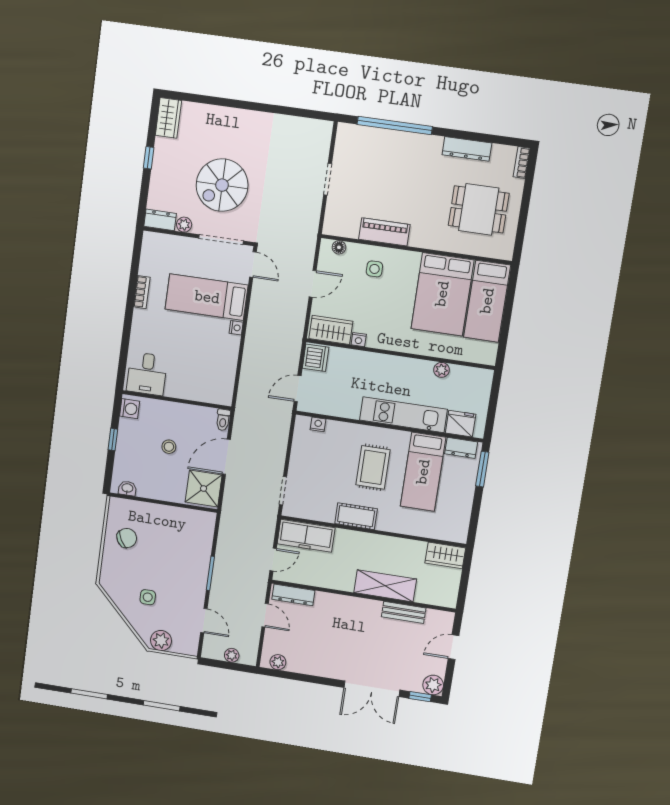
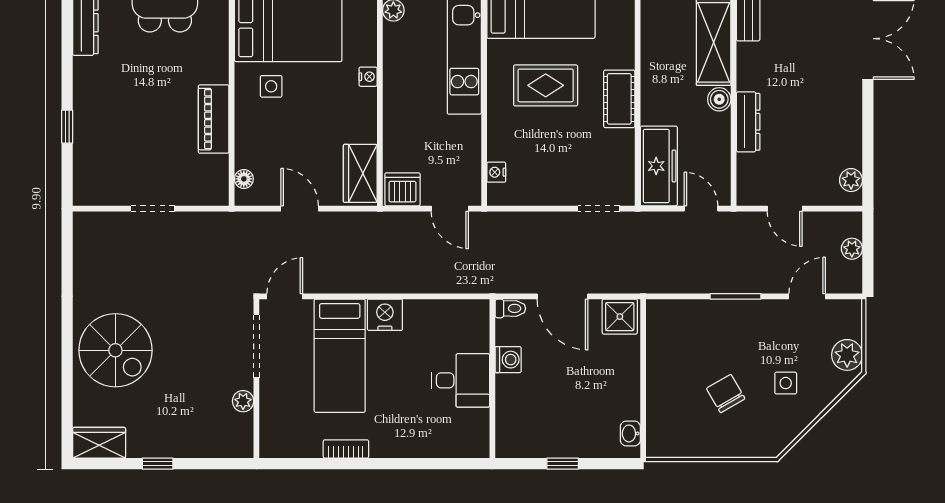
window: (395, 125) -> (67, 127), width x0.32
spiral stairs: (222, 185) -> (115, 350), moved
dresser: (160, 220) -> (241, 436), removed
side table: (374, 269) -> (271, 86), moved
nightstand: (236, 328) -> (385, 315), width x1.89, depth x1.79
nightstand: (359, 340) -> (368, 77), moved
desk: (147, 374) -> (461, 380), moved
washing machine: (130, 409) -> (508, 360), moved, turned 90
stool: (169, 447) -> (561, 381), removed
shower: (204, 488) -> (620, 317), width x0.73, depth x0.73
chair: (127, 538) -> (726, 394), moved
boiler: (346, 583) -> (719, 99), added
dresser: (293, 595) -> (748, 122), moved
door: (265, 615) -> (785, 209), swing flipped

